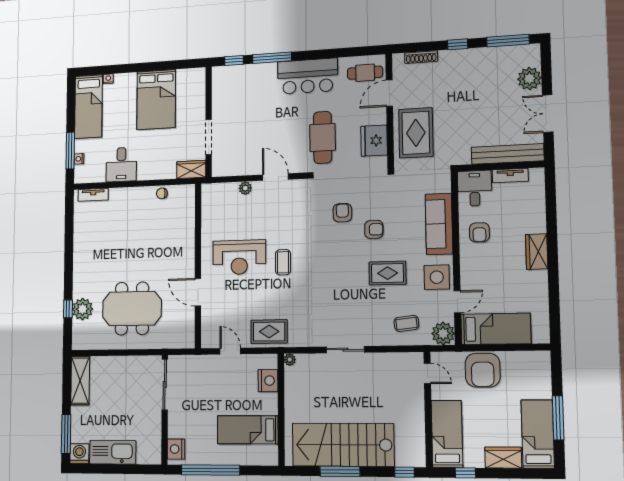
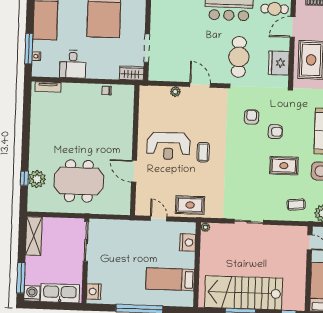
sliding door: (165, 385) -> (86, 241), moved
wall: (165, 410) -> (85, 261), moved
nightstand: (176, 449) -> (94, 292), moved

